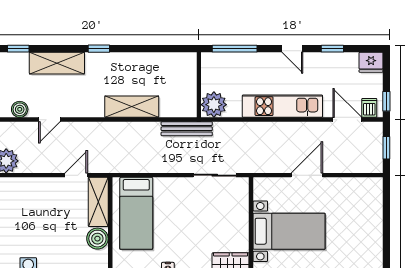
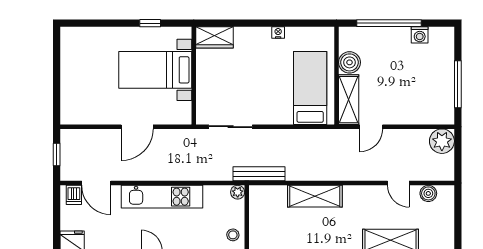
stool: (212, 68) -> (233, 235), added
window: (386, 101) -> (57, 202), removed
plant: (214, 105) -> (238, 192), width x0.53, depth x0.53
door: (49, 120) -> (398, 183), swing flipped

